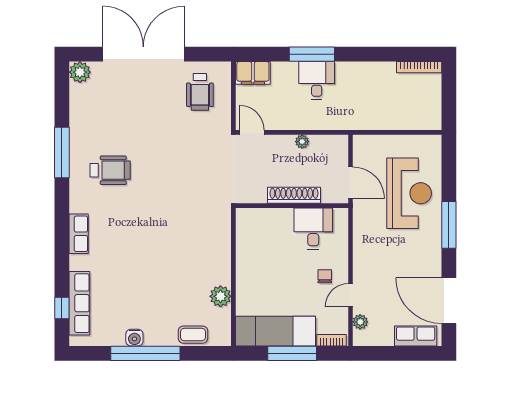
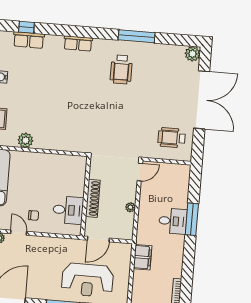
filing cabinet: (253, 73) -> (143, 257), moved, turned 180
row of seats: (79, 303) -> (29, 40), width x0.68

